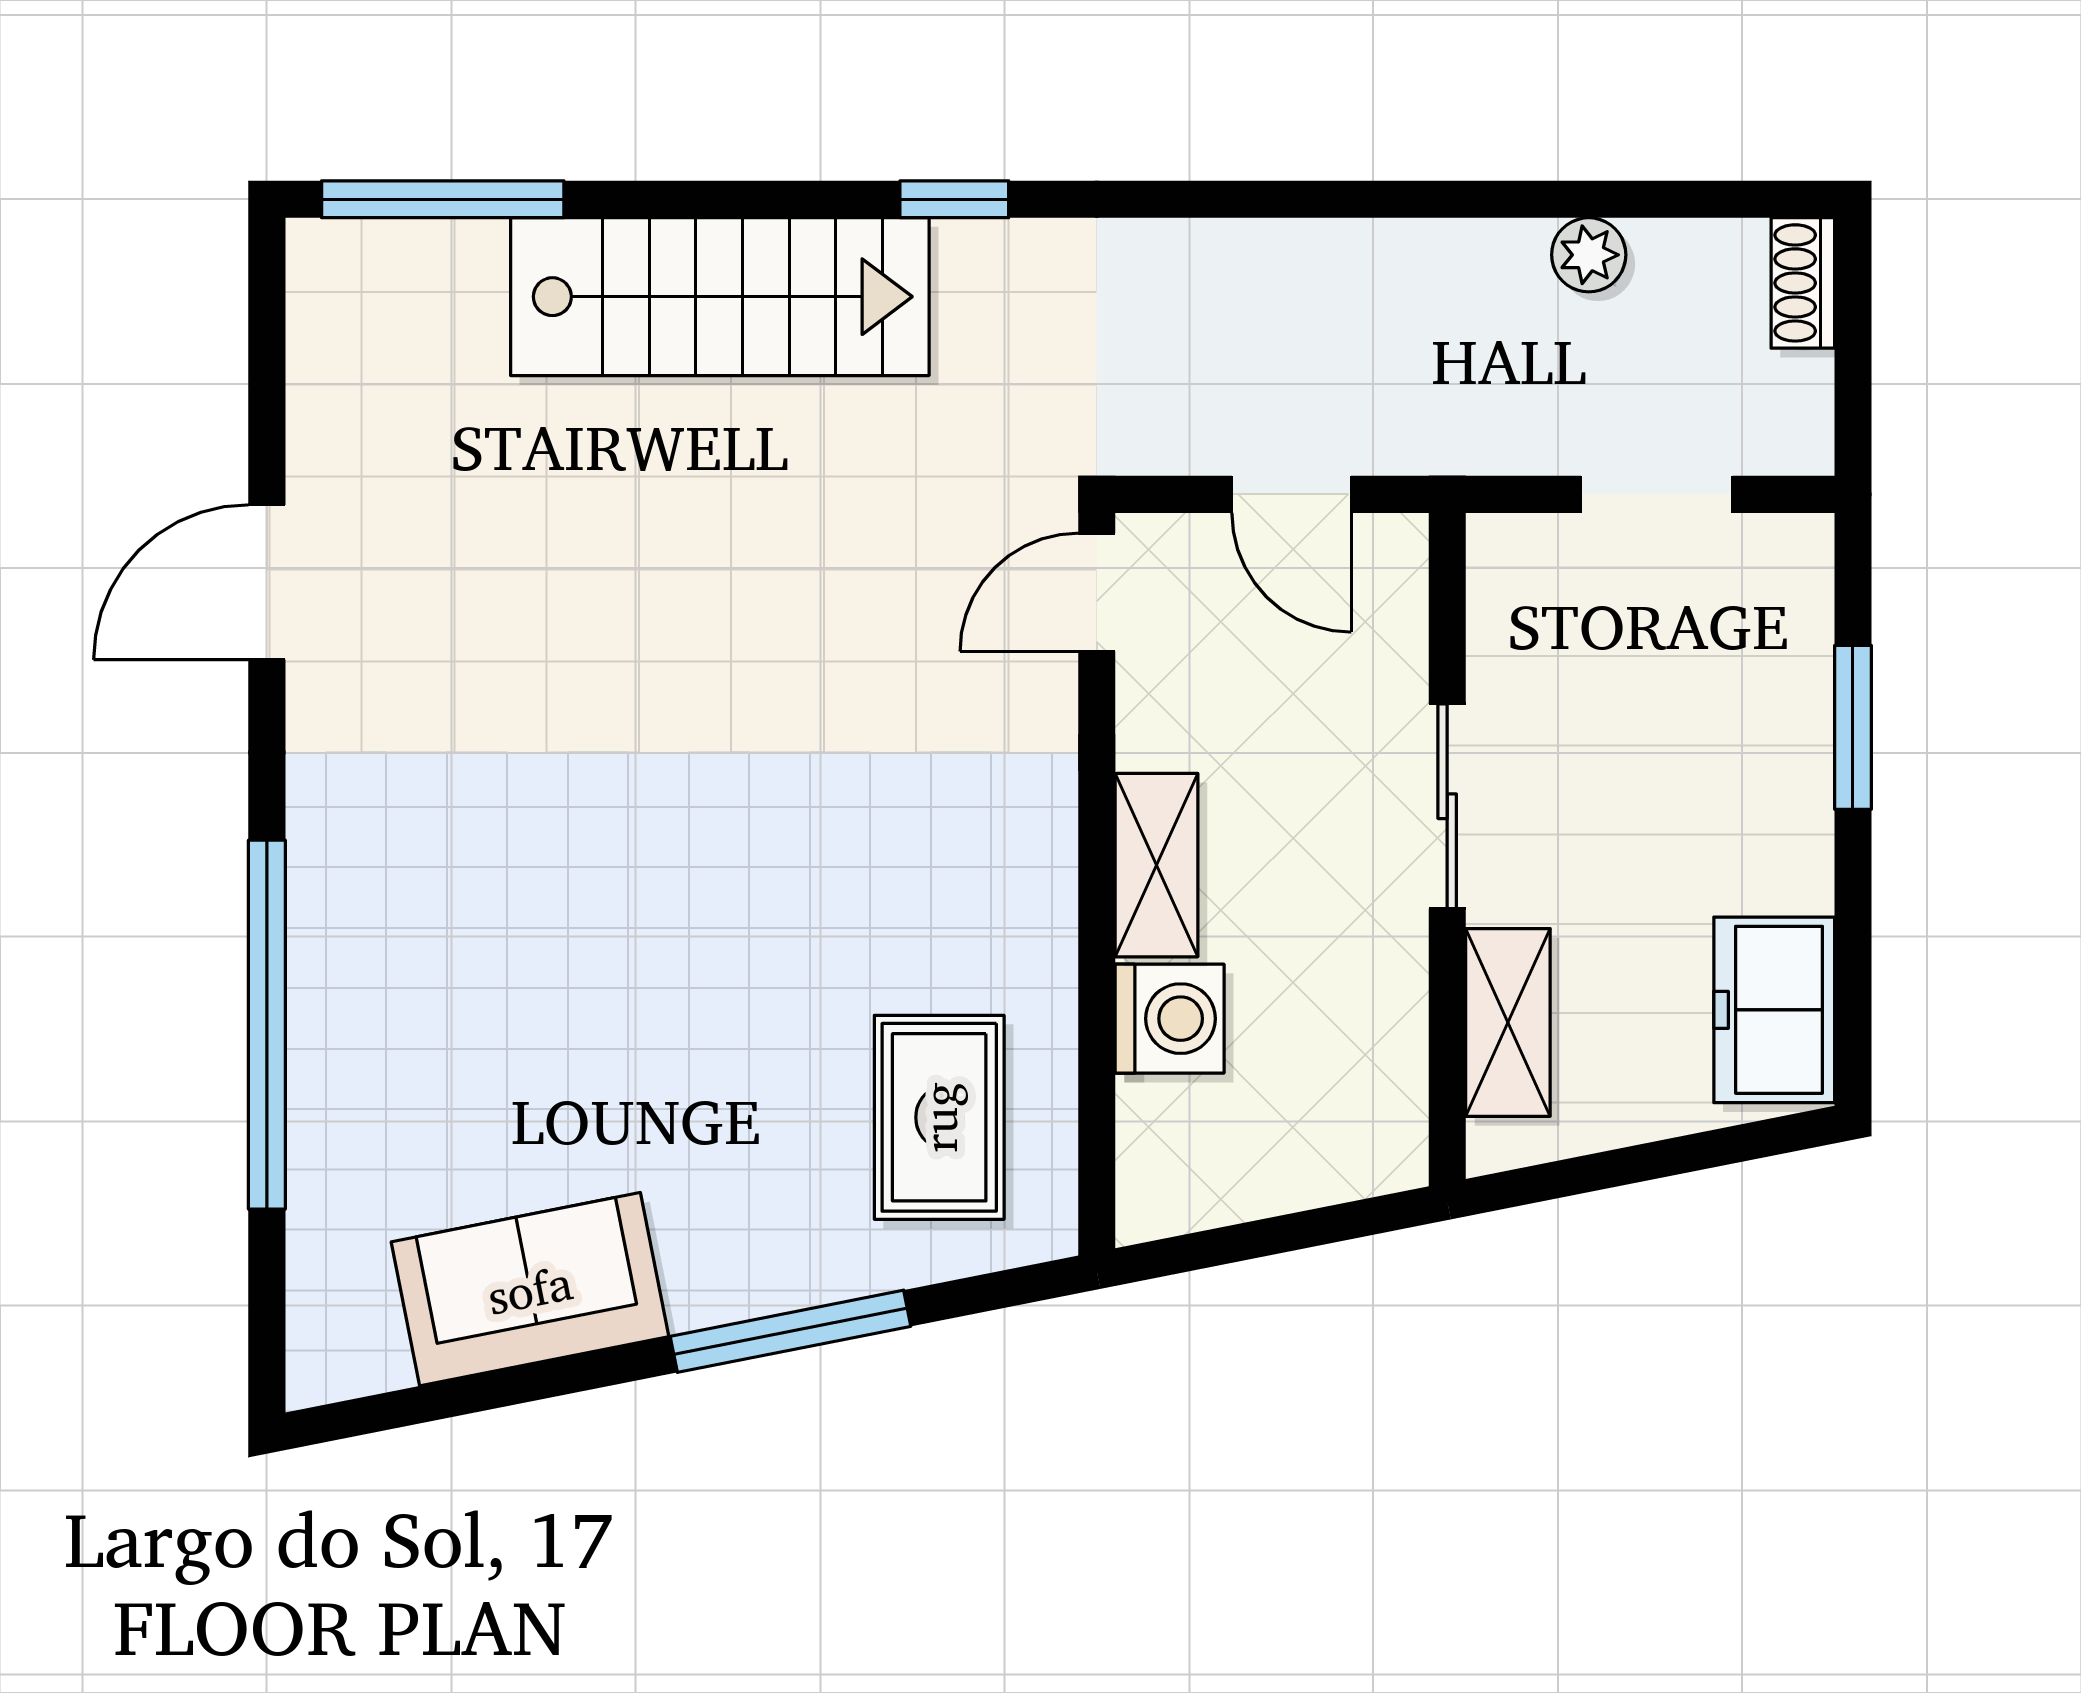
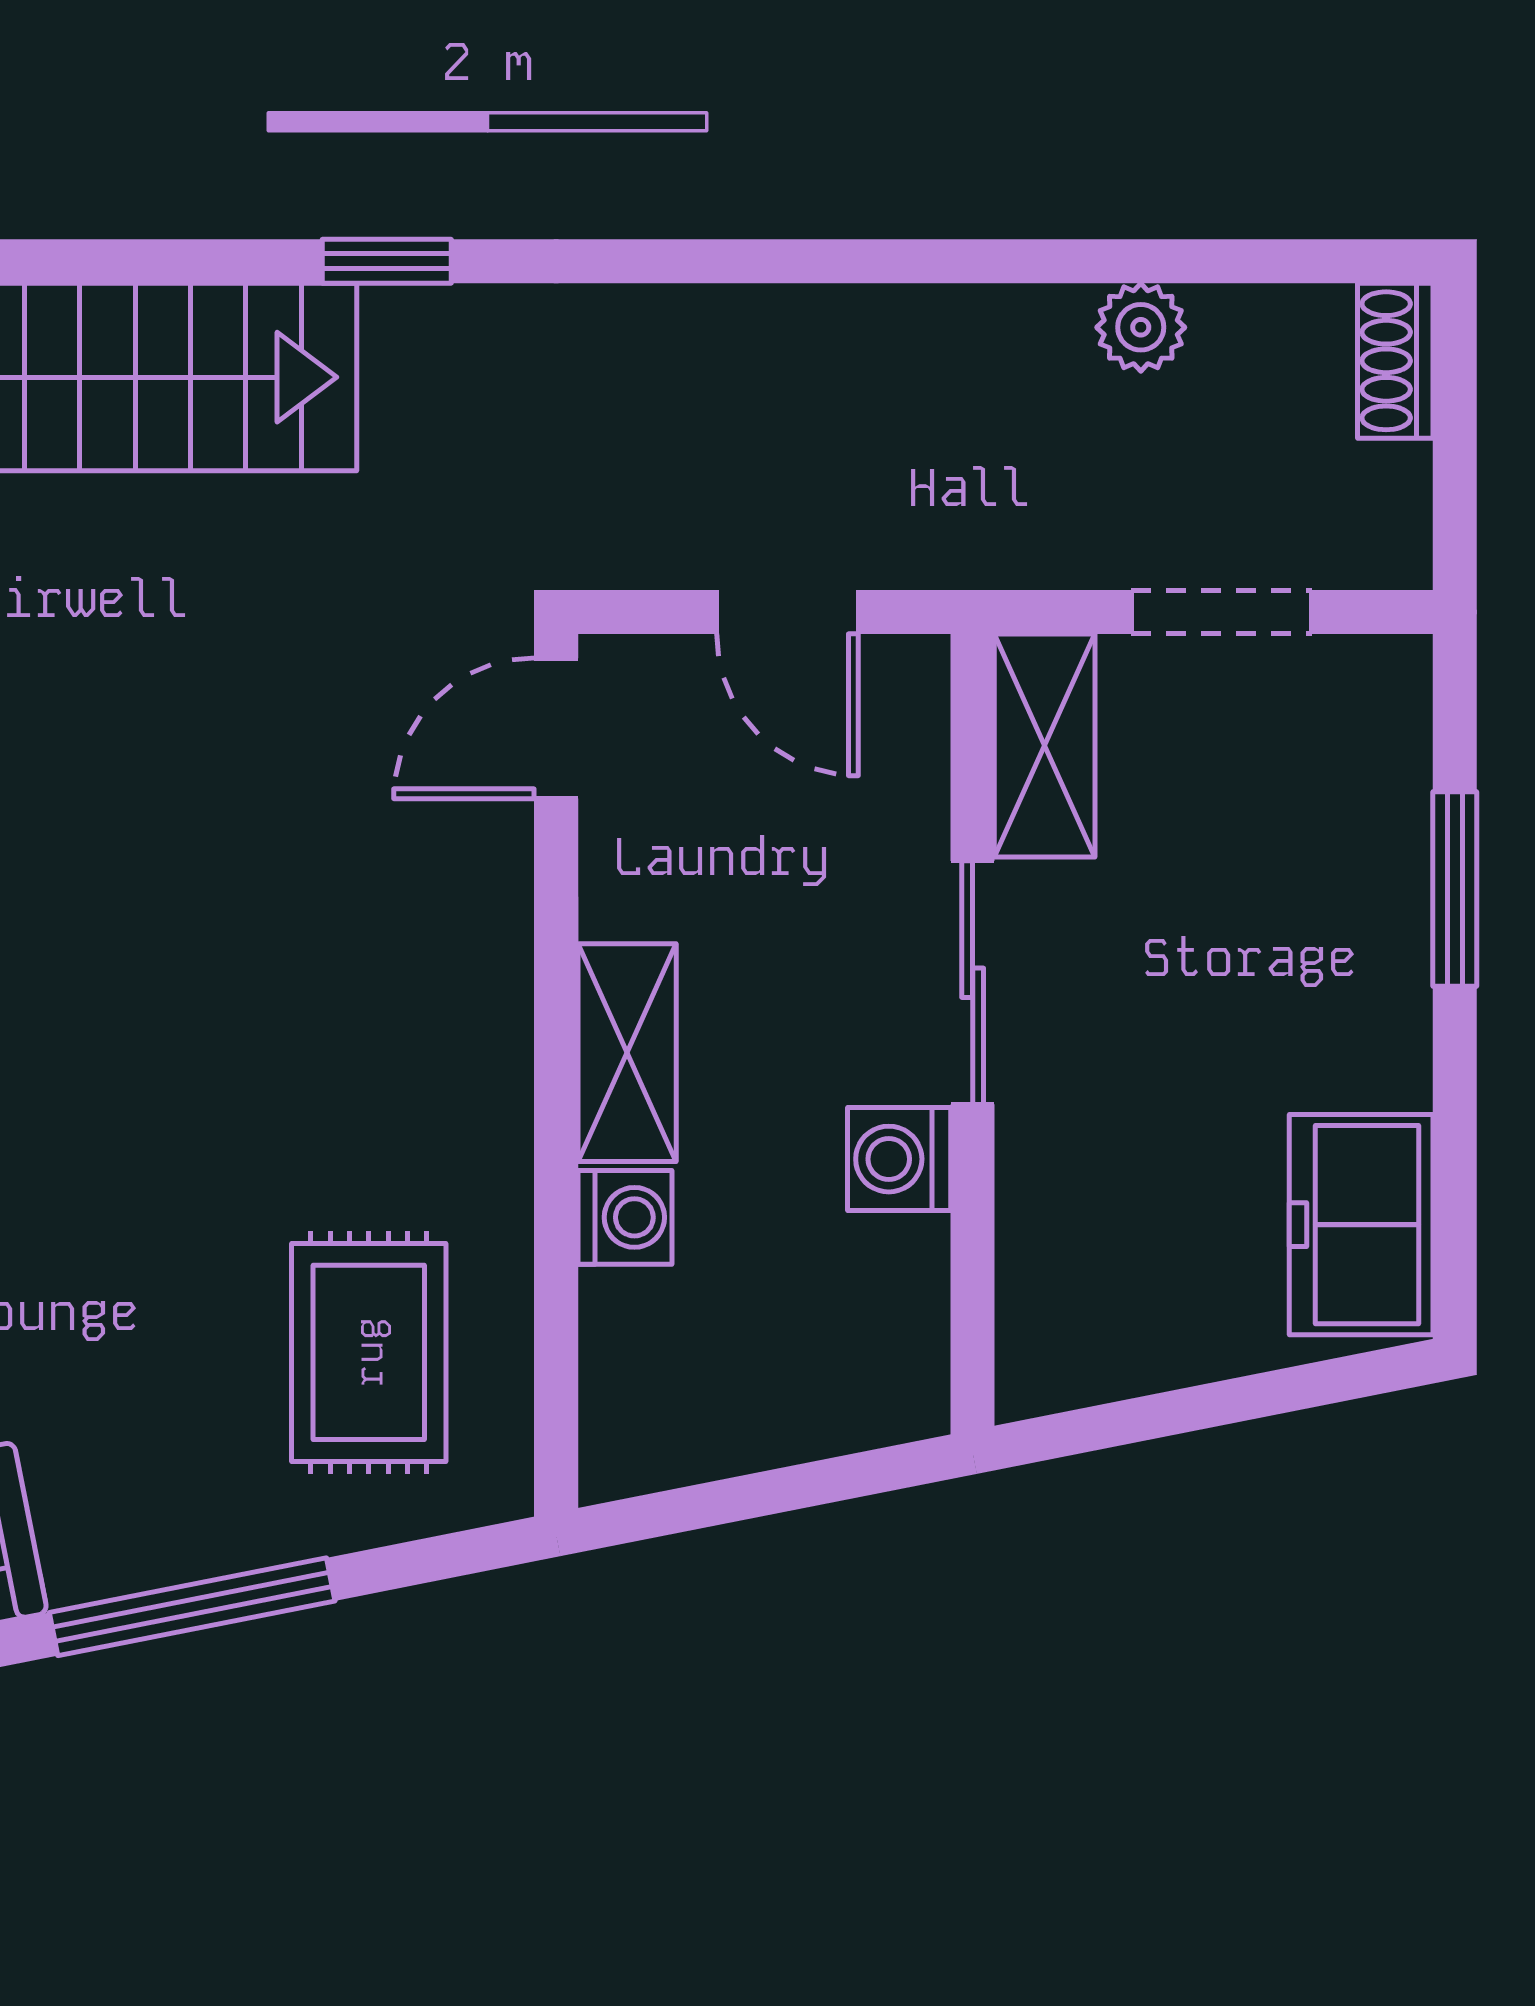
washing machine: (1385, 955) -> (899, 1159), added
washing machine: (1170, 1019) -> (625, 1217), width x0.73, depth x0.73
shelving: (1508, 1022) -> (1045, 745), moved

